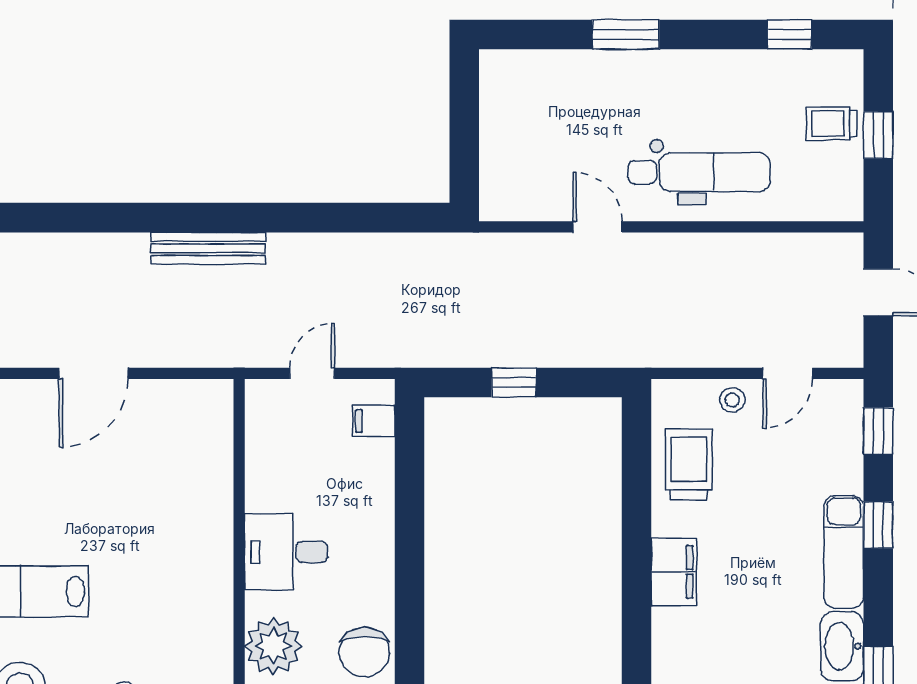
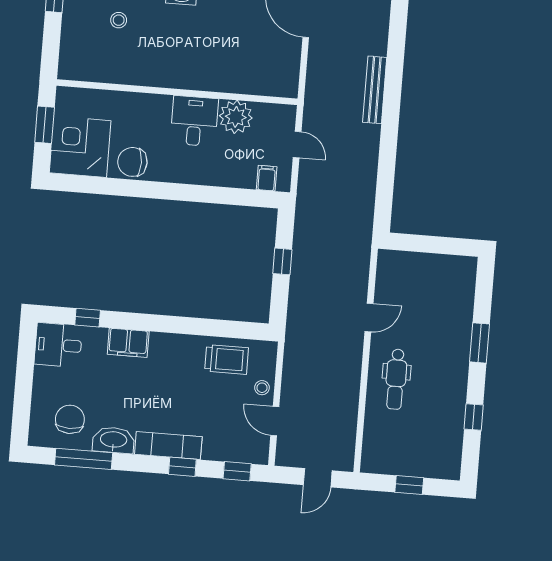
window: (790, 34) -> (474, 417), moved
trolley: (832, 123) -> (418, 458), removed
dental chair: (699, 172) -> (396, 379), width x0.73, depth x0.72
filing cabinet: (674, 572) -> (128, 343), moved
plant: (273, 646) -> (236, 117), moved

